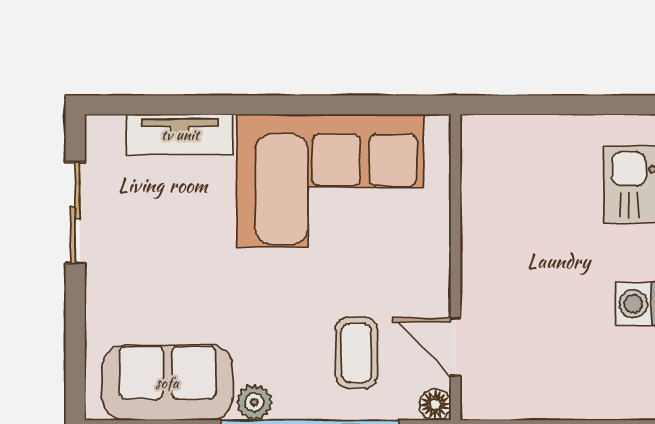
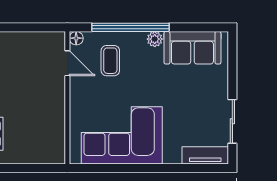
tv unit: (180, 135) -> (205, 155), moved

